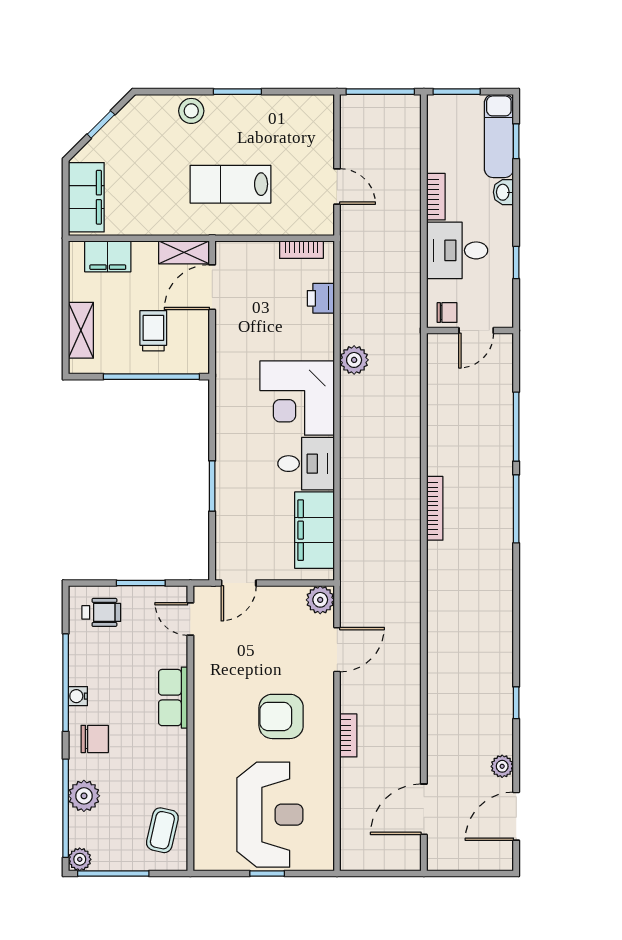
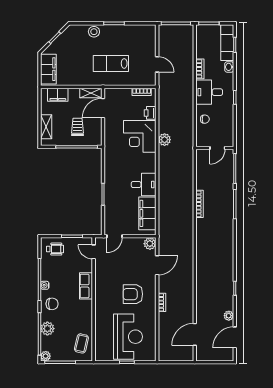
wall: (470, 331) -> (215, 148), moved
door: (476, 331) -> (217, 148), moved
corner desk: (297, 398) -> (140, 136), moved

